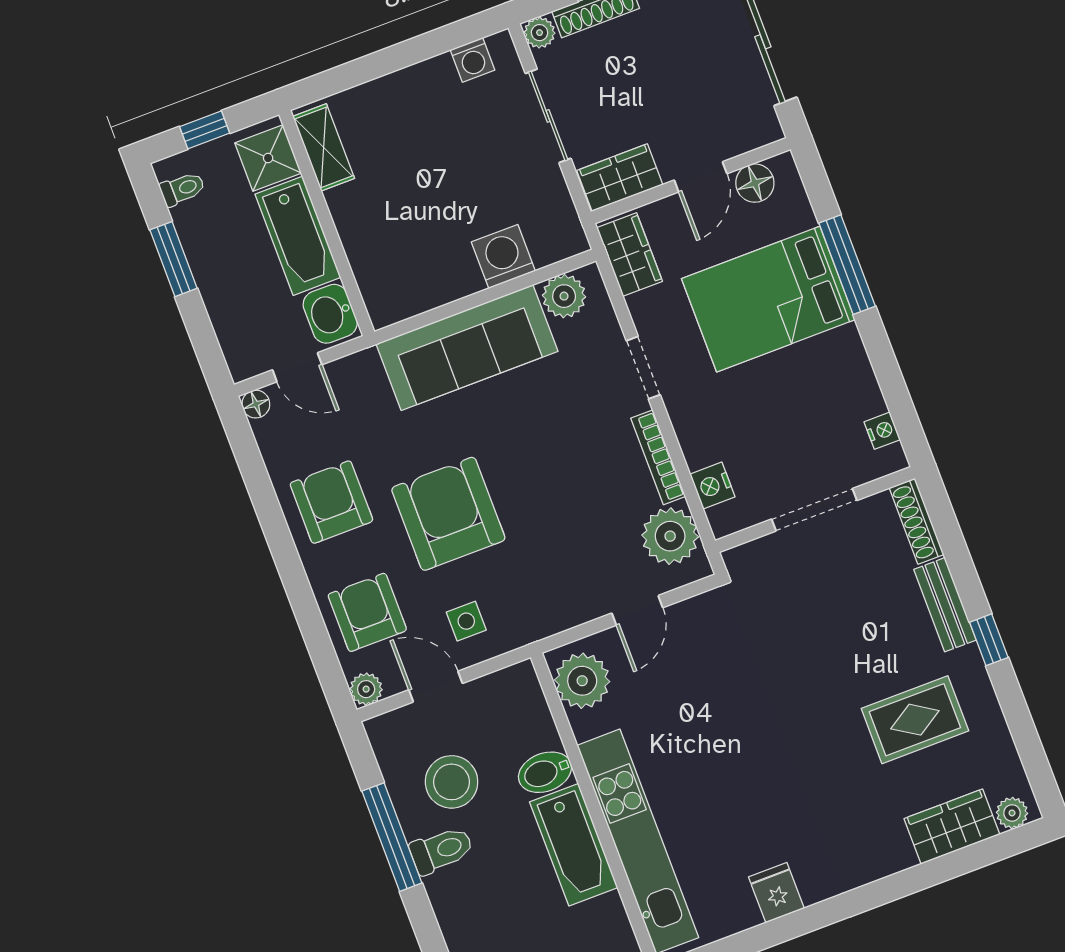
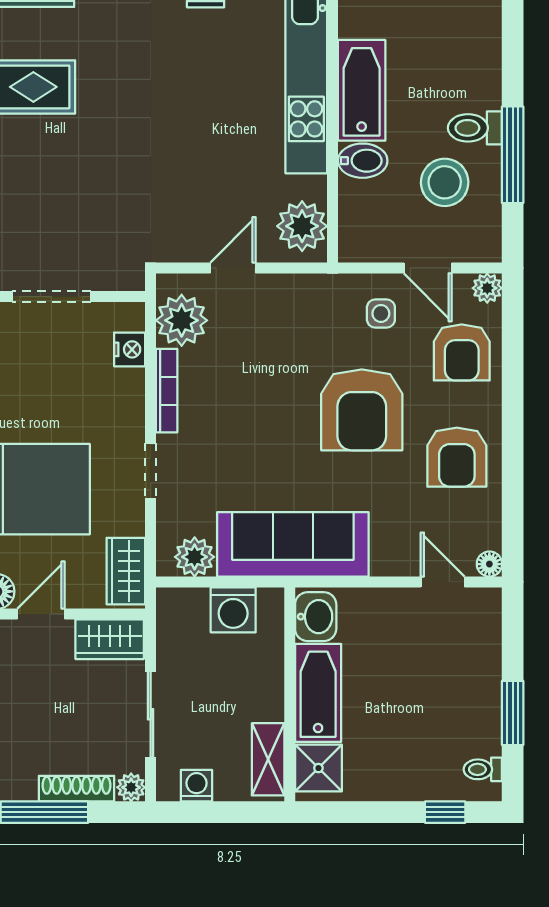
shelving: (324, 147) -> (268, 759), moved
shower: (268, 158) -> (318, 768), moved
wall: (327, 223) -> (290, 694), moved
bathtub: (298, 236) -> (318, 693), moved
washbasin: (330, 314) -> (316, 617), moved

